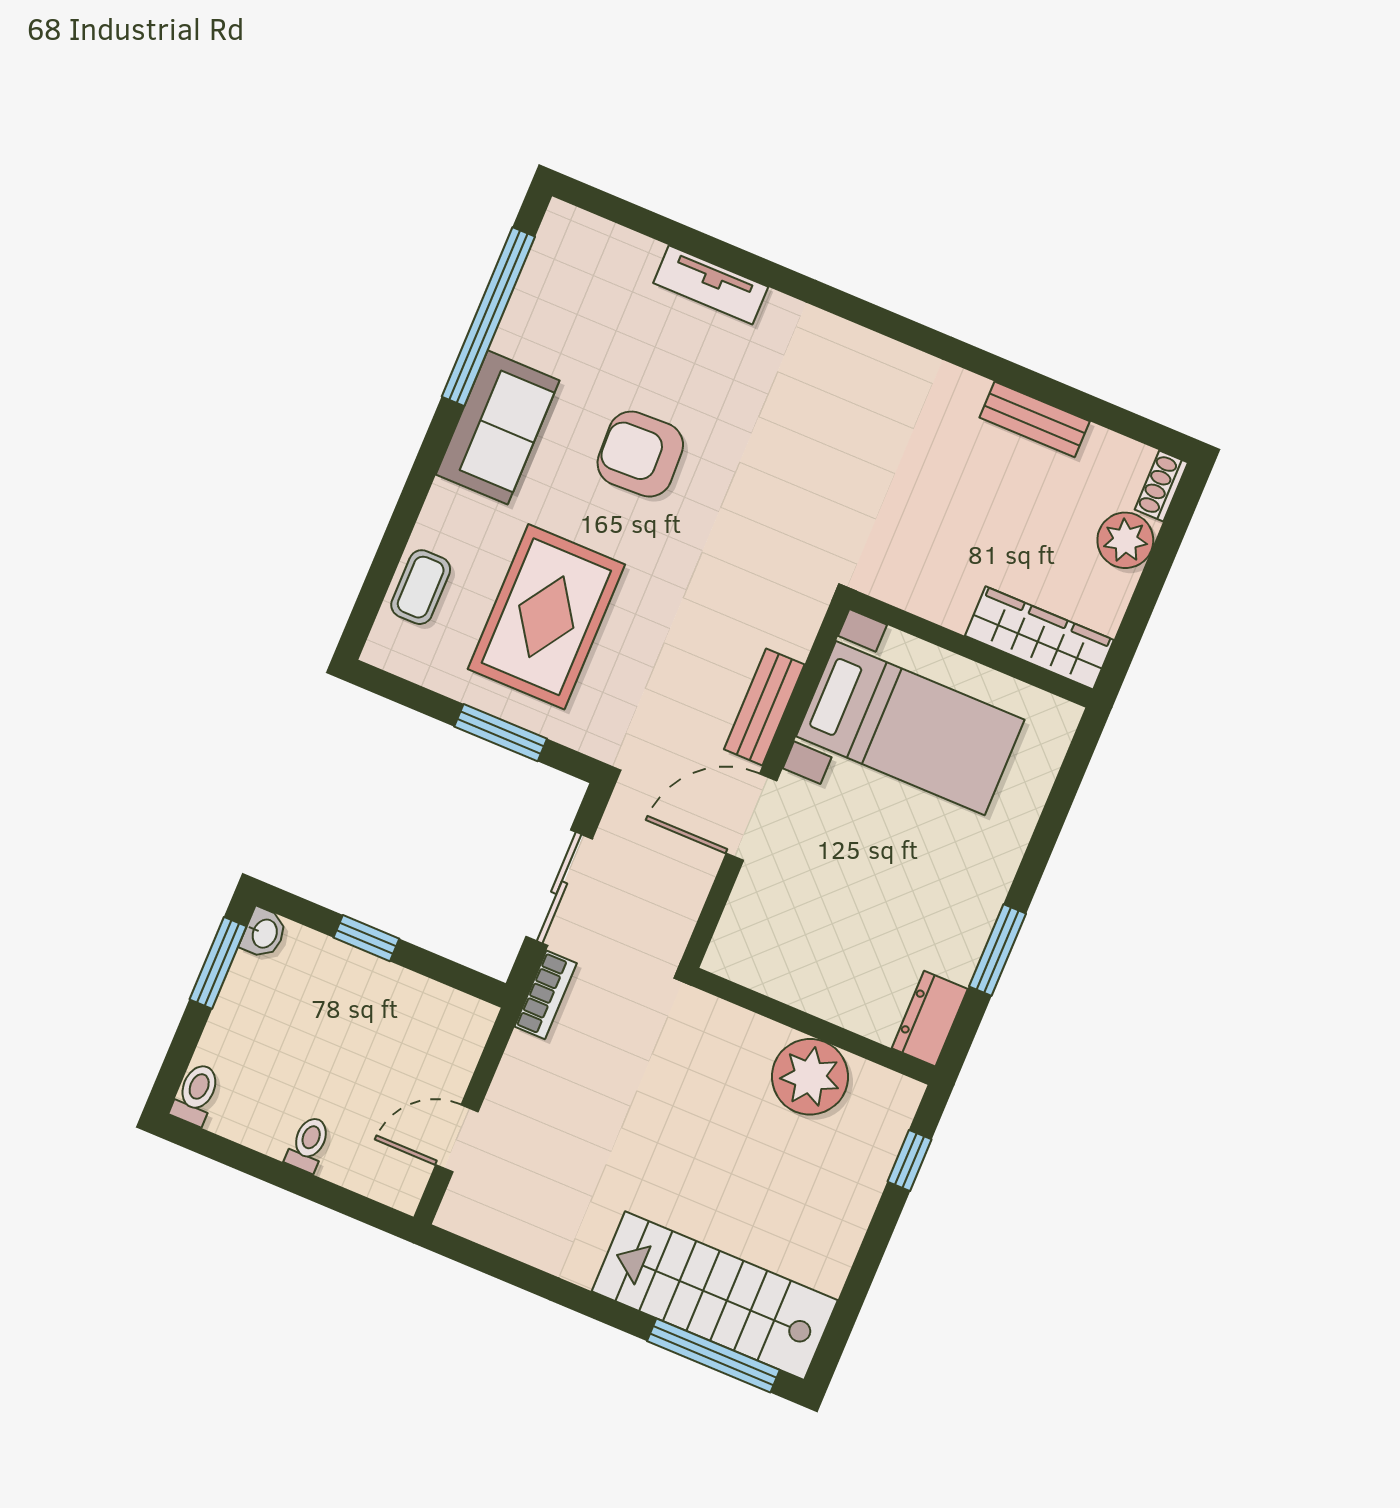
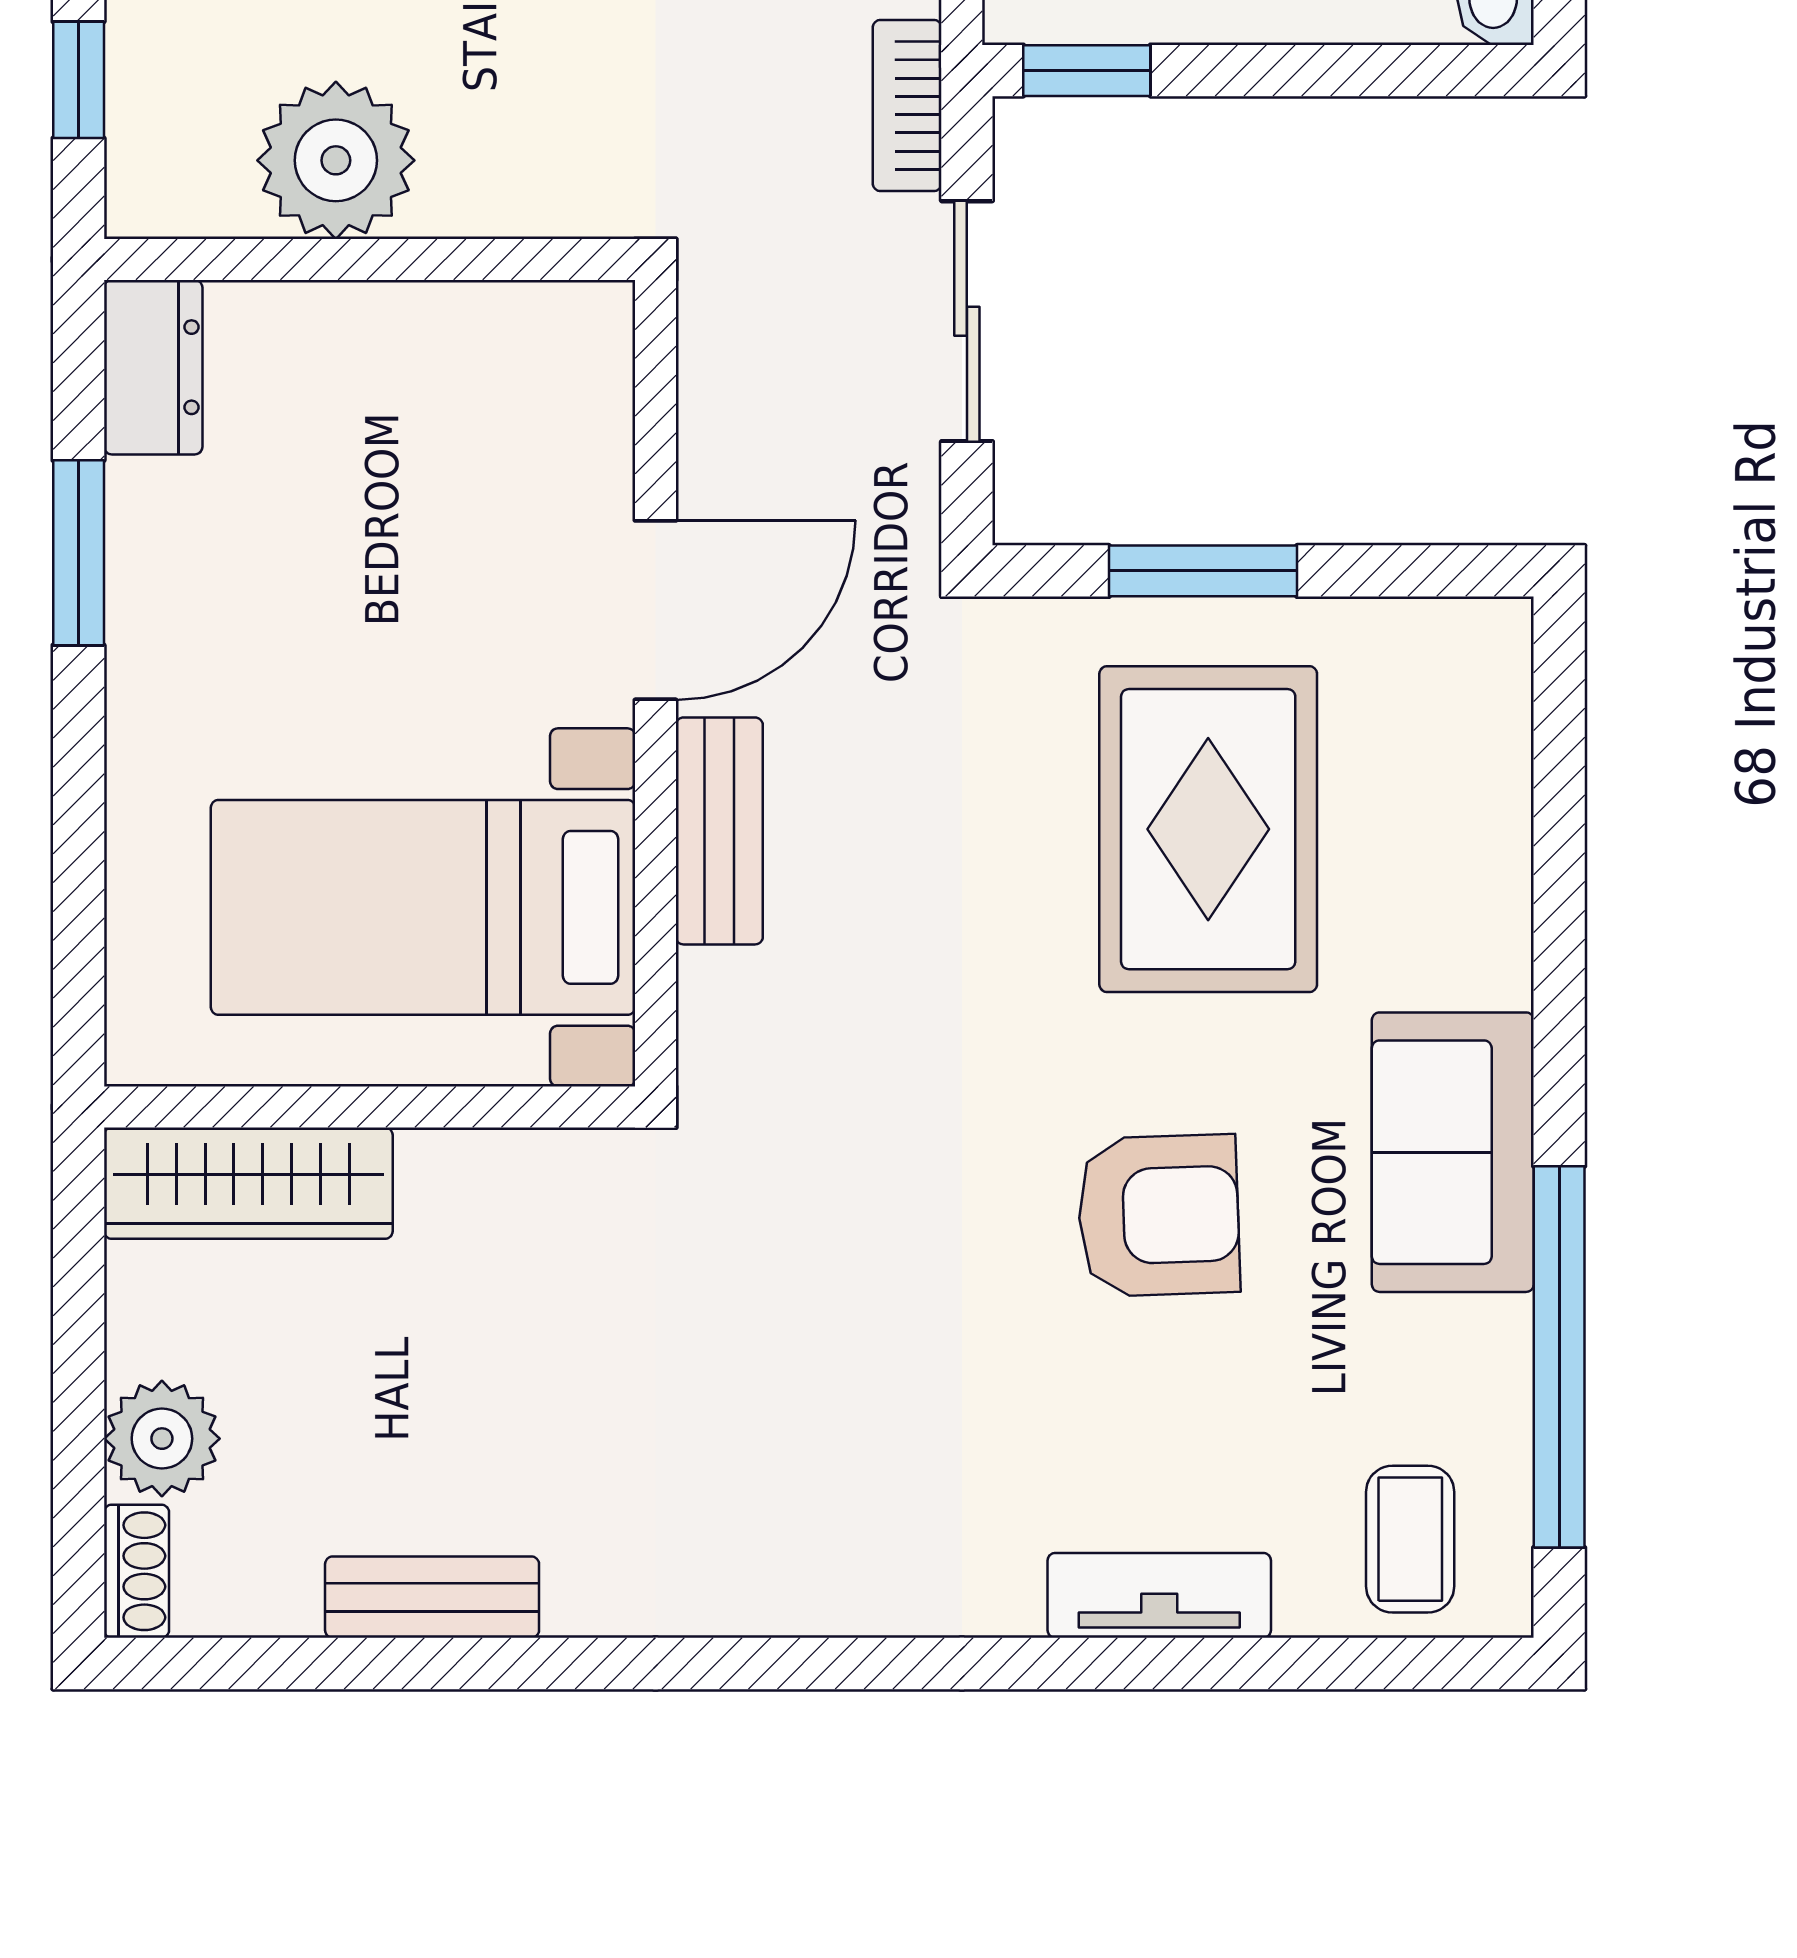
coffee table: (421, 587) -> (1410, 1539), moved
window: (366, 938) -> (1087, 71), moved

